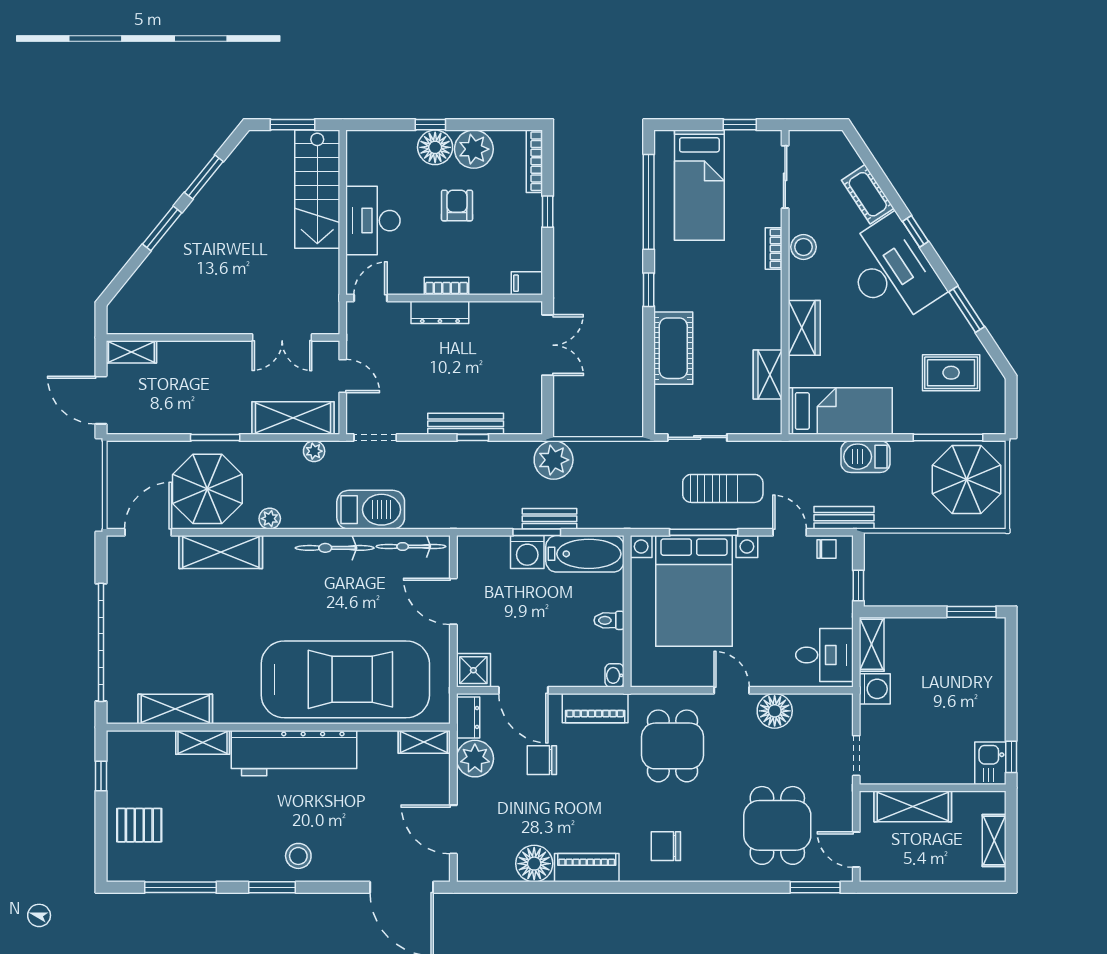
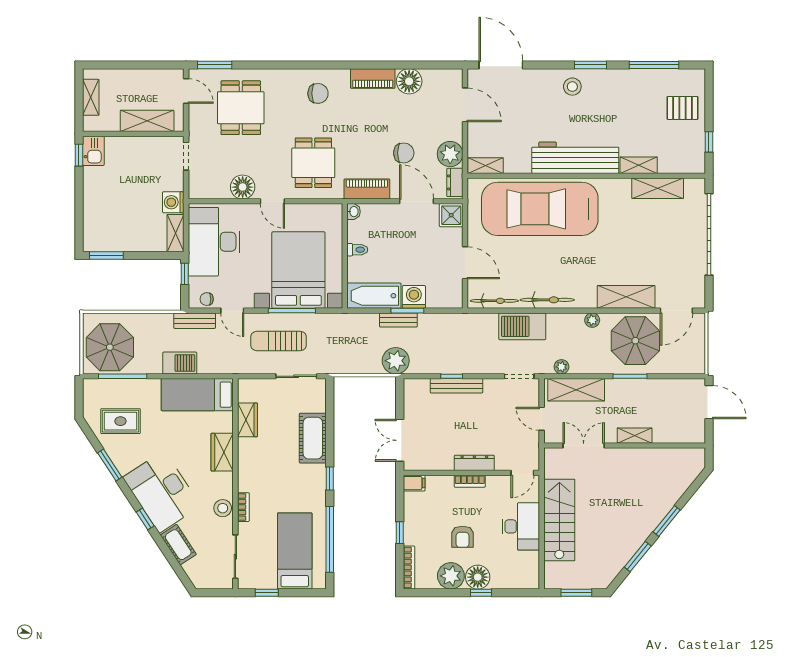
stairs: (317, 189) -> (559, 520), moved
shelving: (131, 352) -> (635, 436), moved
desk: (824, 655) -> (214, 242), width x1.87, depth x1.30

